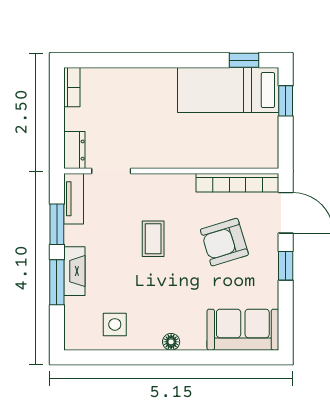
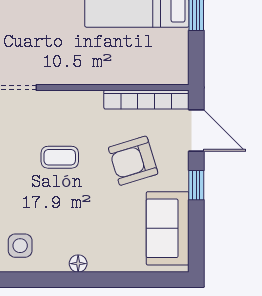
coffee table: (153, 239) -> (60, 157), turned 90
sofa: (243, 330) -> (168, 228), moved, turned -90

